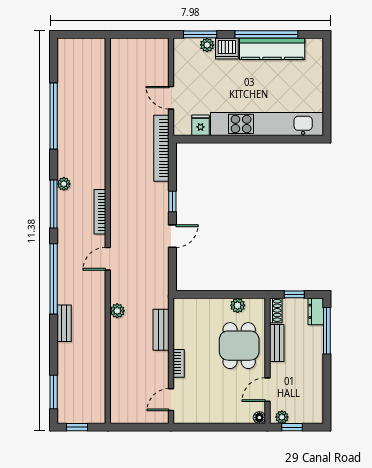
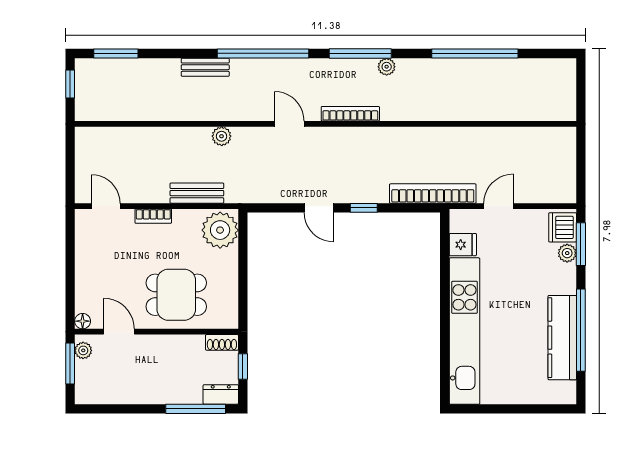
dishwasher: (227, 49) -> (563, 227), moved
plant: (238, 305) -> (220, 230), moved, width x1.88, depth x1.88
bench: (277, 343) -> (180, 344), removed
window: (292, 427) -> (70, 364), width x1.50

